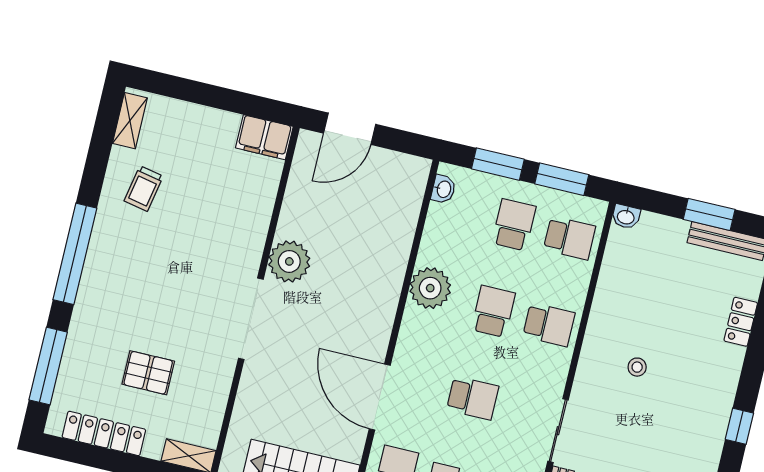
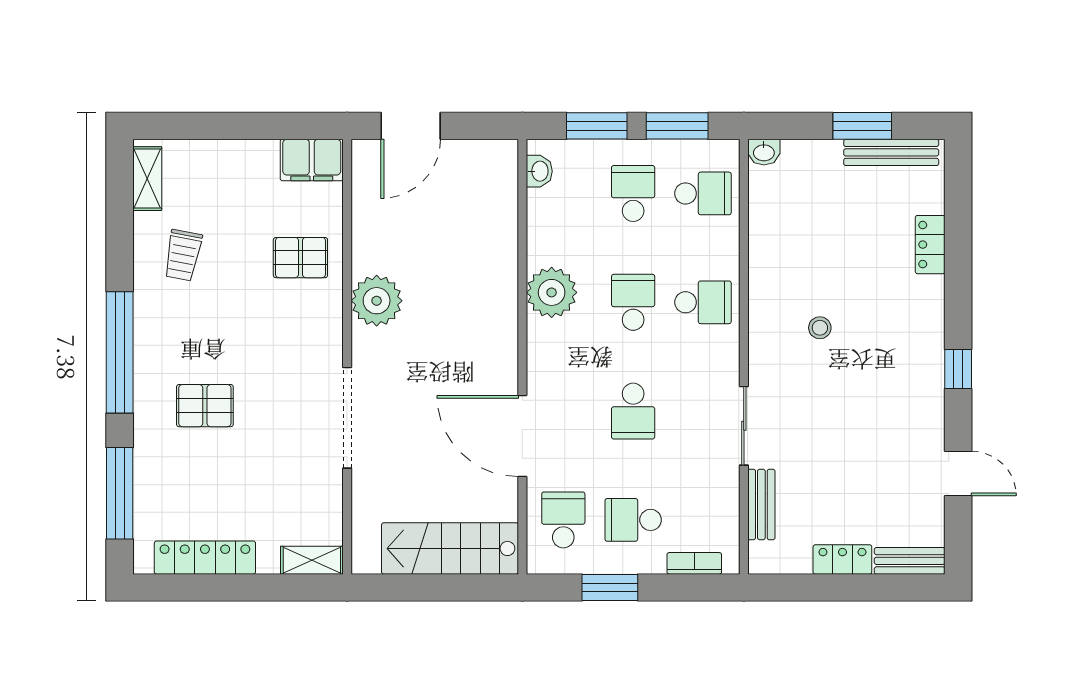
pallet: (237, 213) -> (300, 258), added
doorway: (251, 319) -> (347, 418), moved
pallet: (148, 373) -> (205, 406), moved
school desk: (473, 398) -> (633, 411), turned 90

